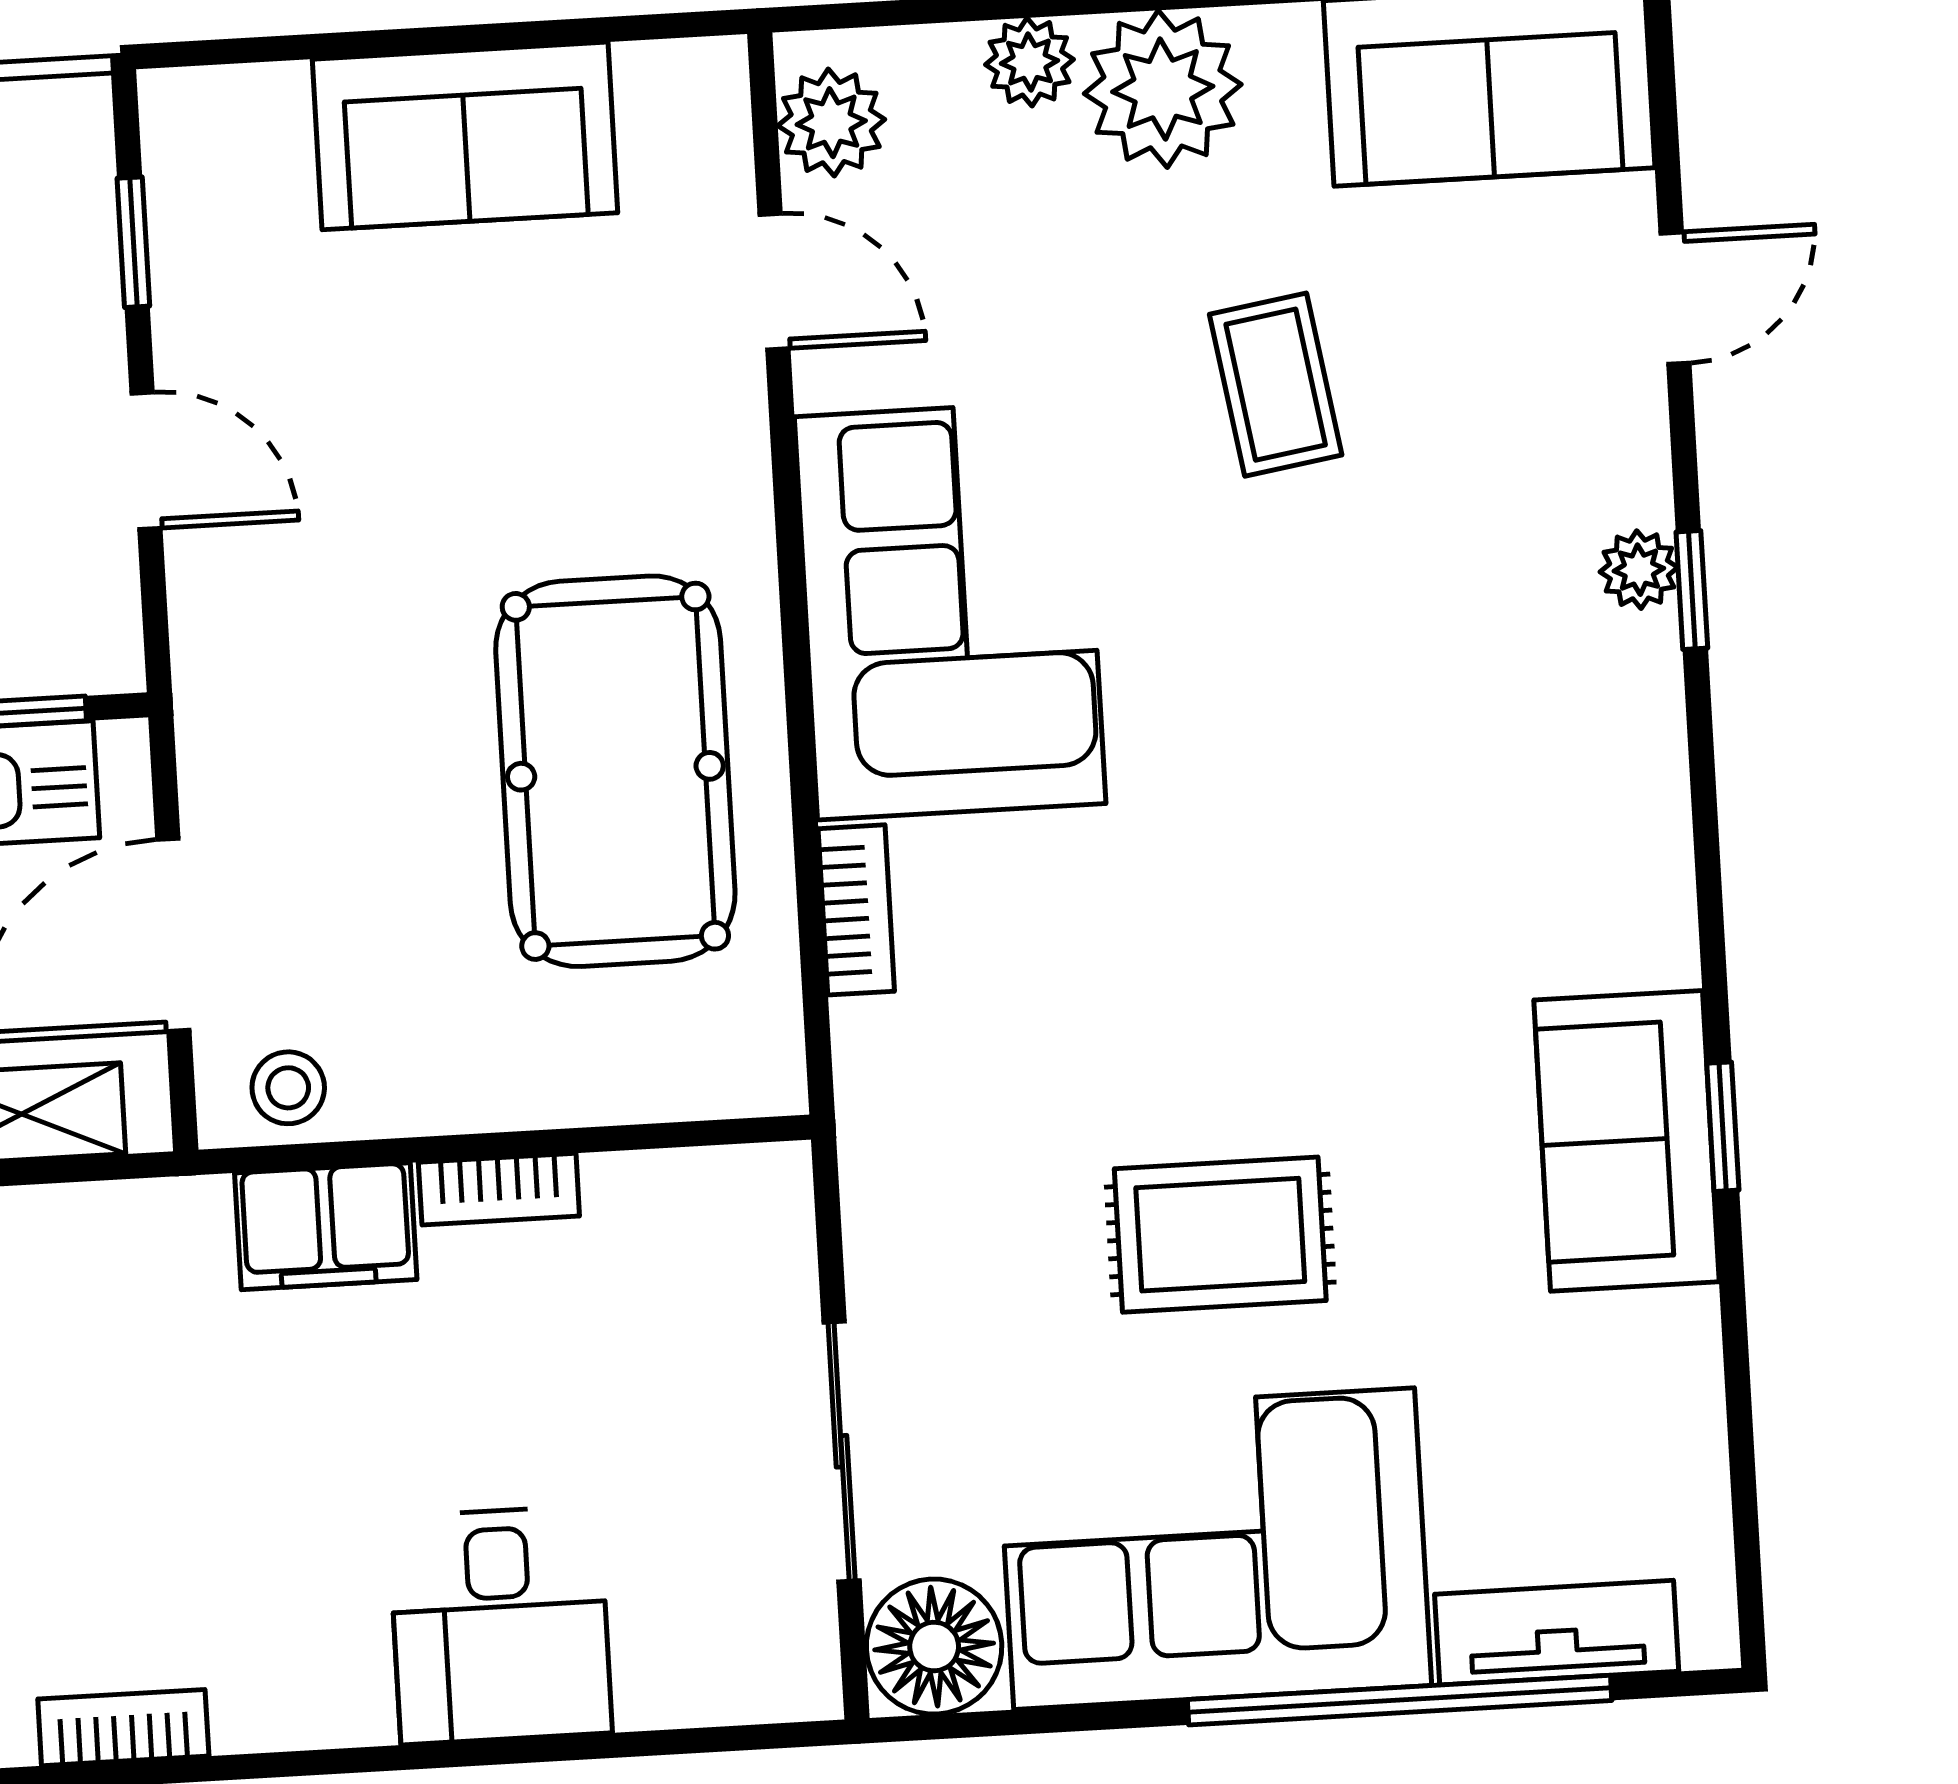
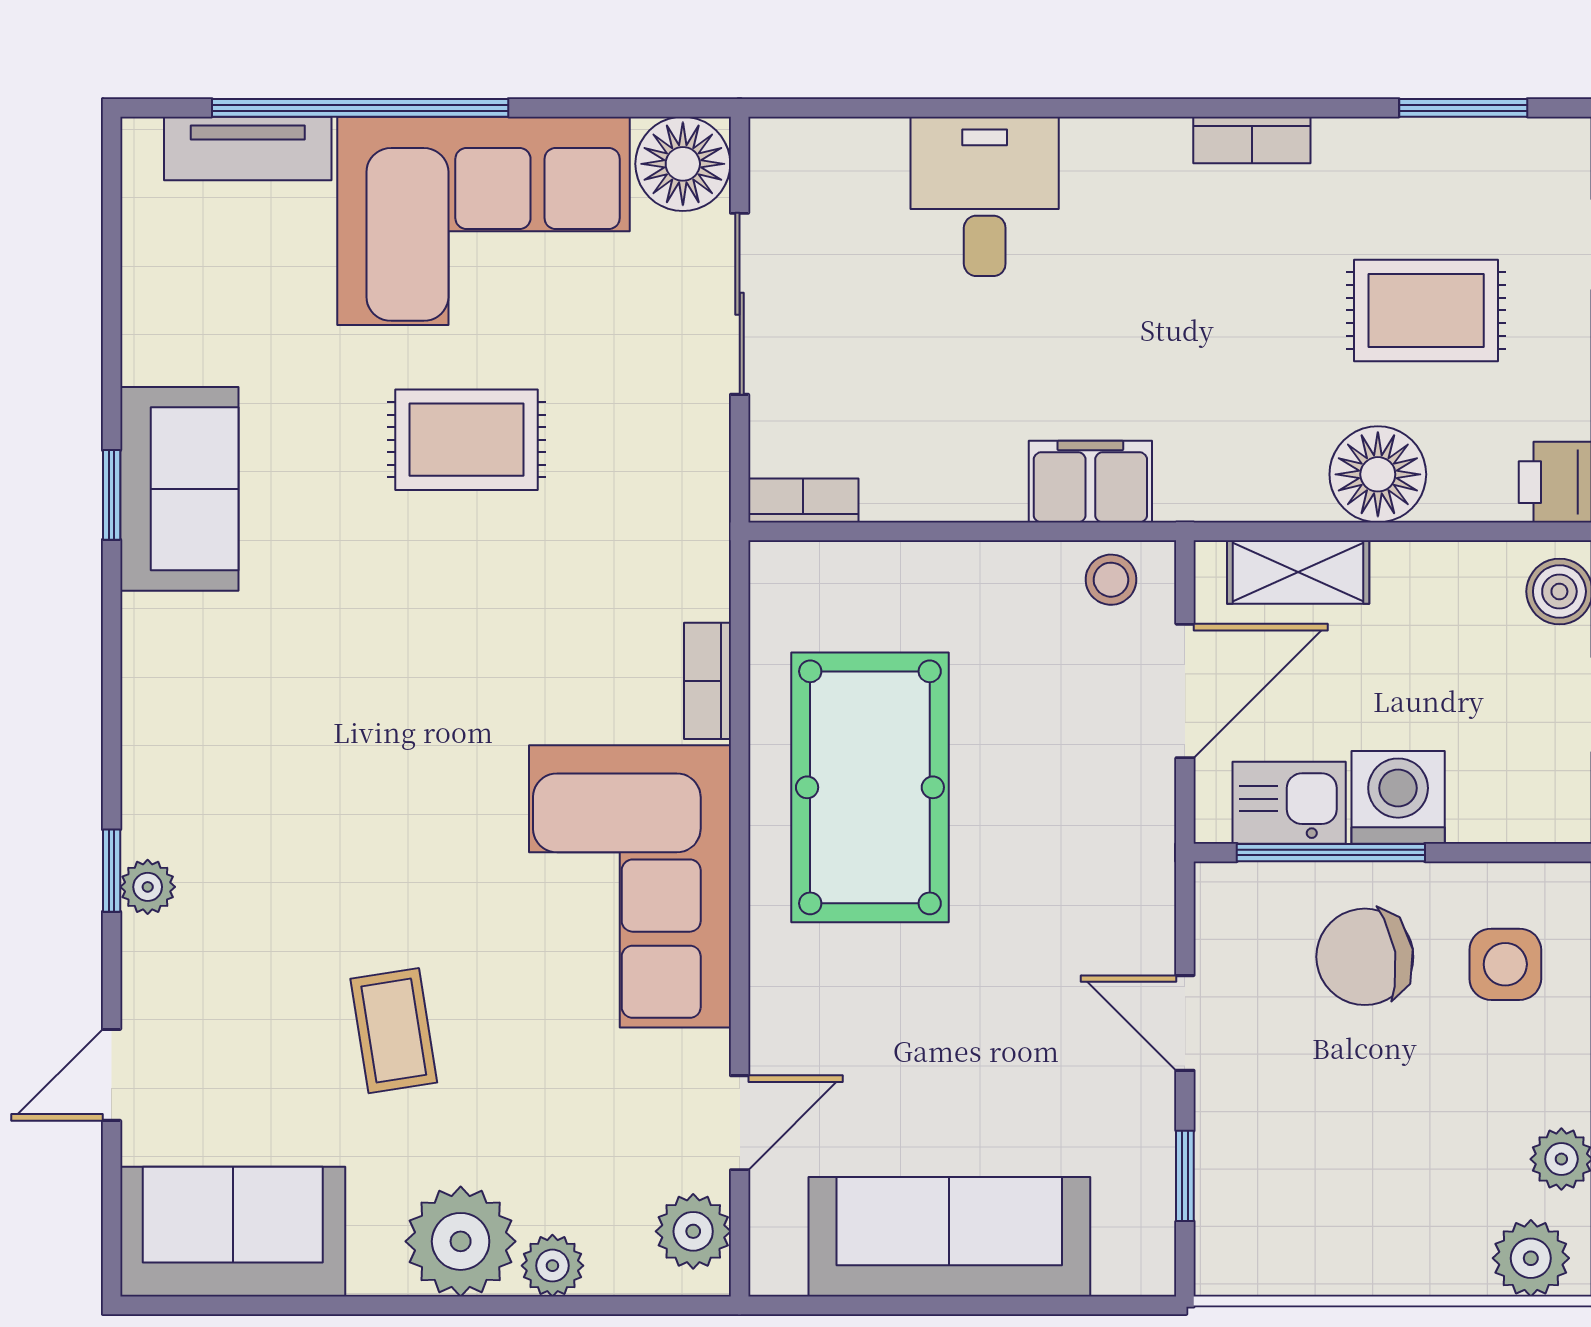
sofa: (465, 136) -> (949, 1237), width x1.36
door: (774, 281) -> (740, 1123), swing flipped
bookcase: (499, 1189) -> (803, 500), moved

